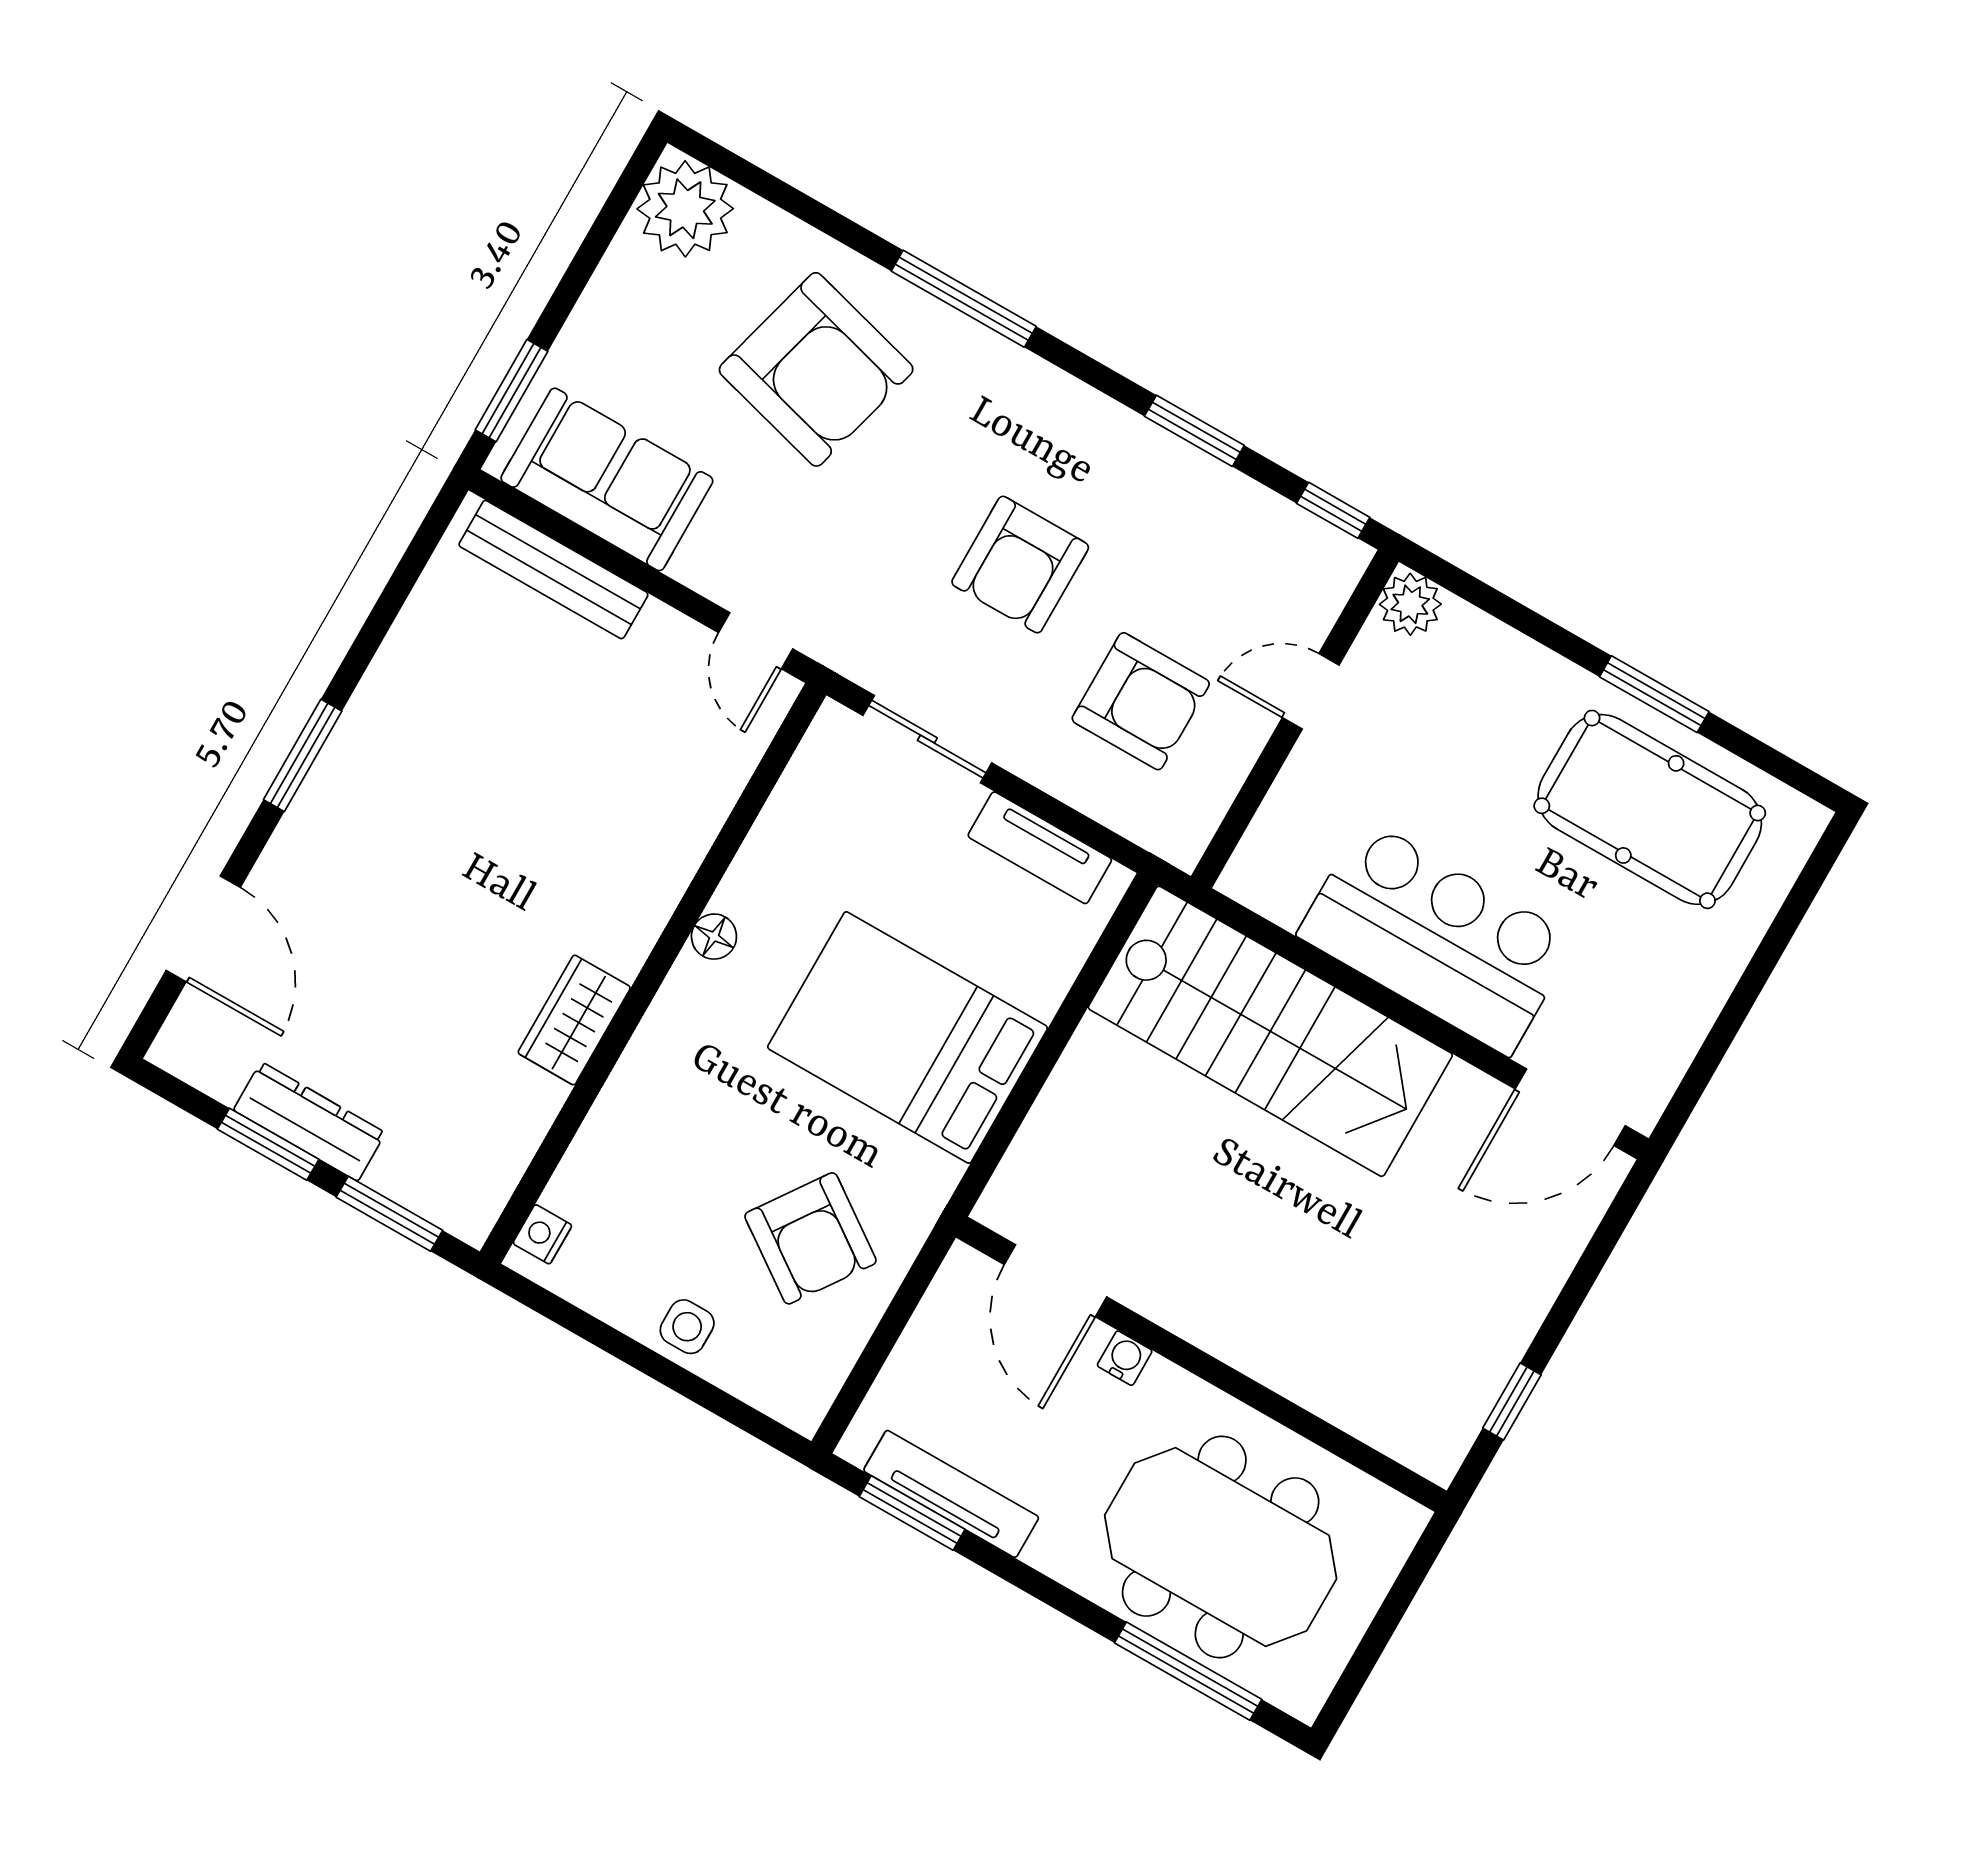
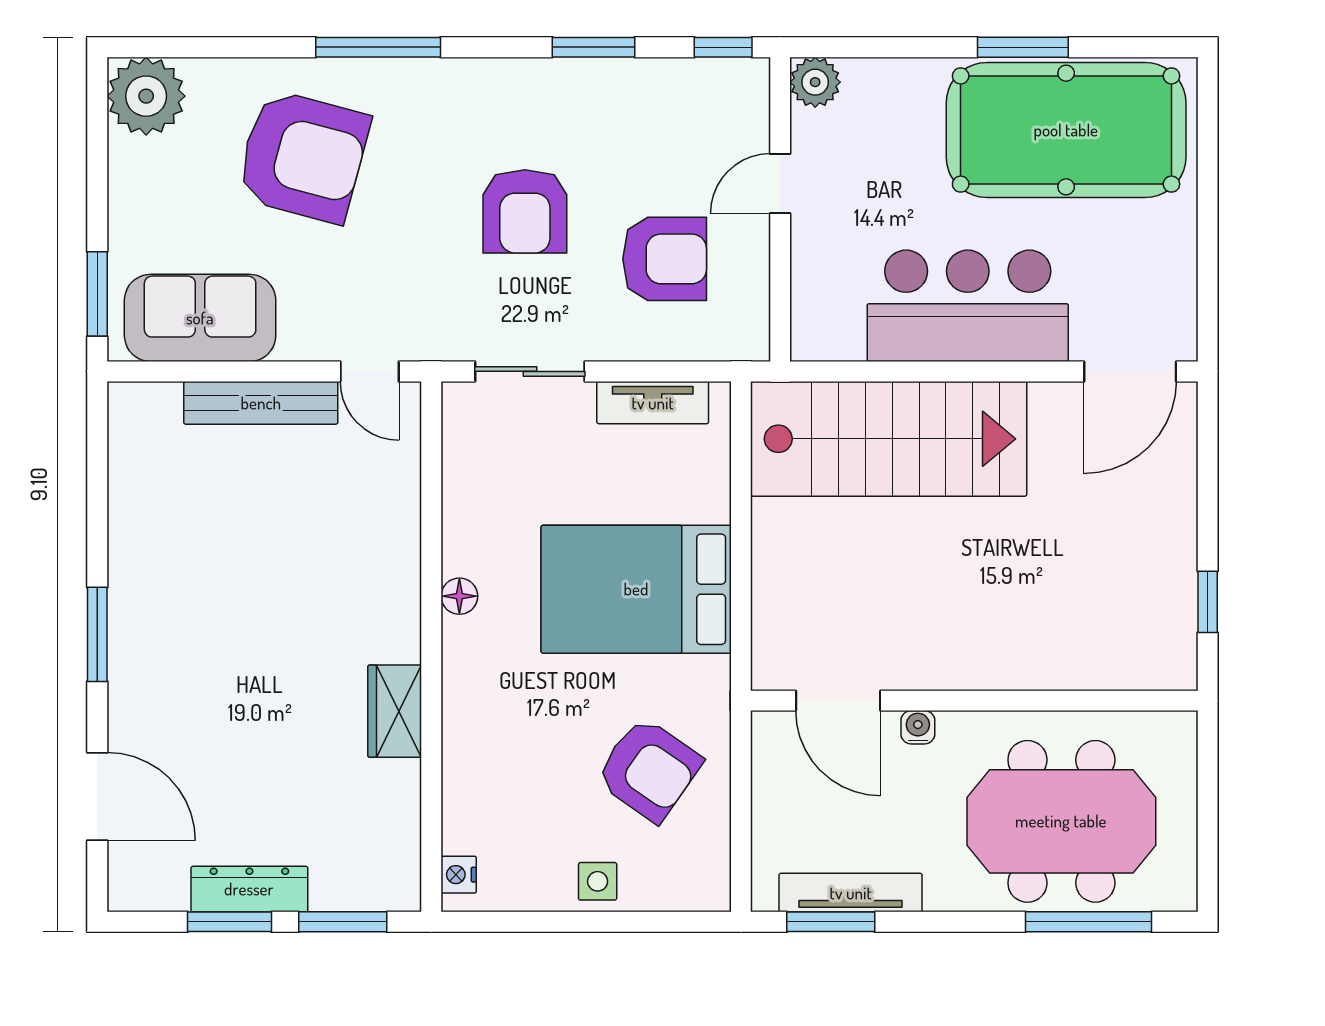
bench: (553, 570) -> (261, 403), moved
pool table: (1650, 809) -> (1066, 130), width x1.36, depth x1.32

